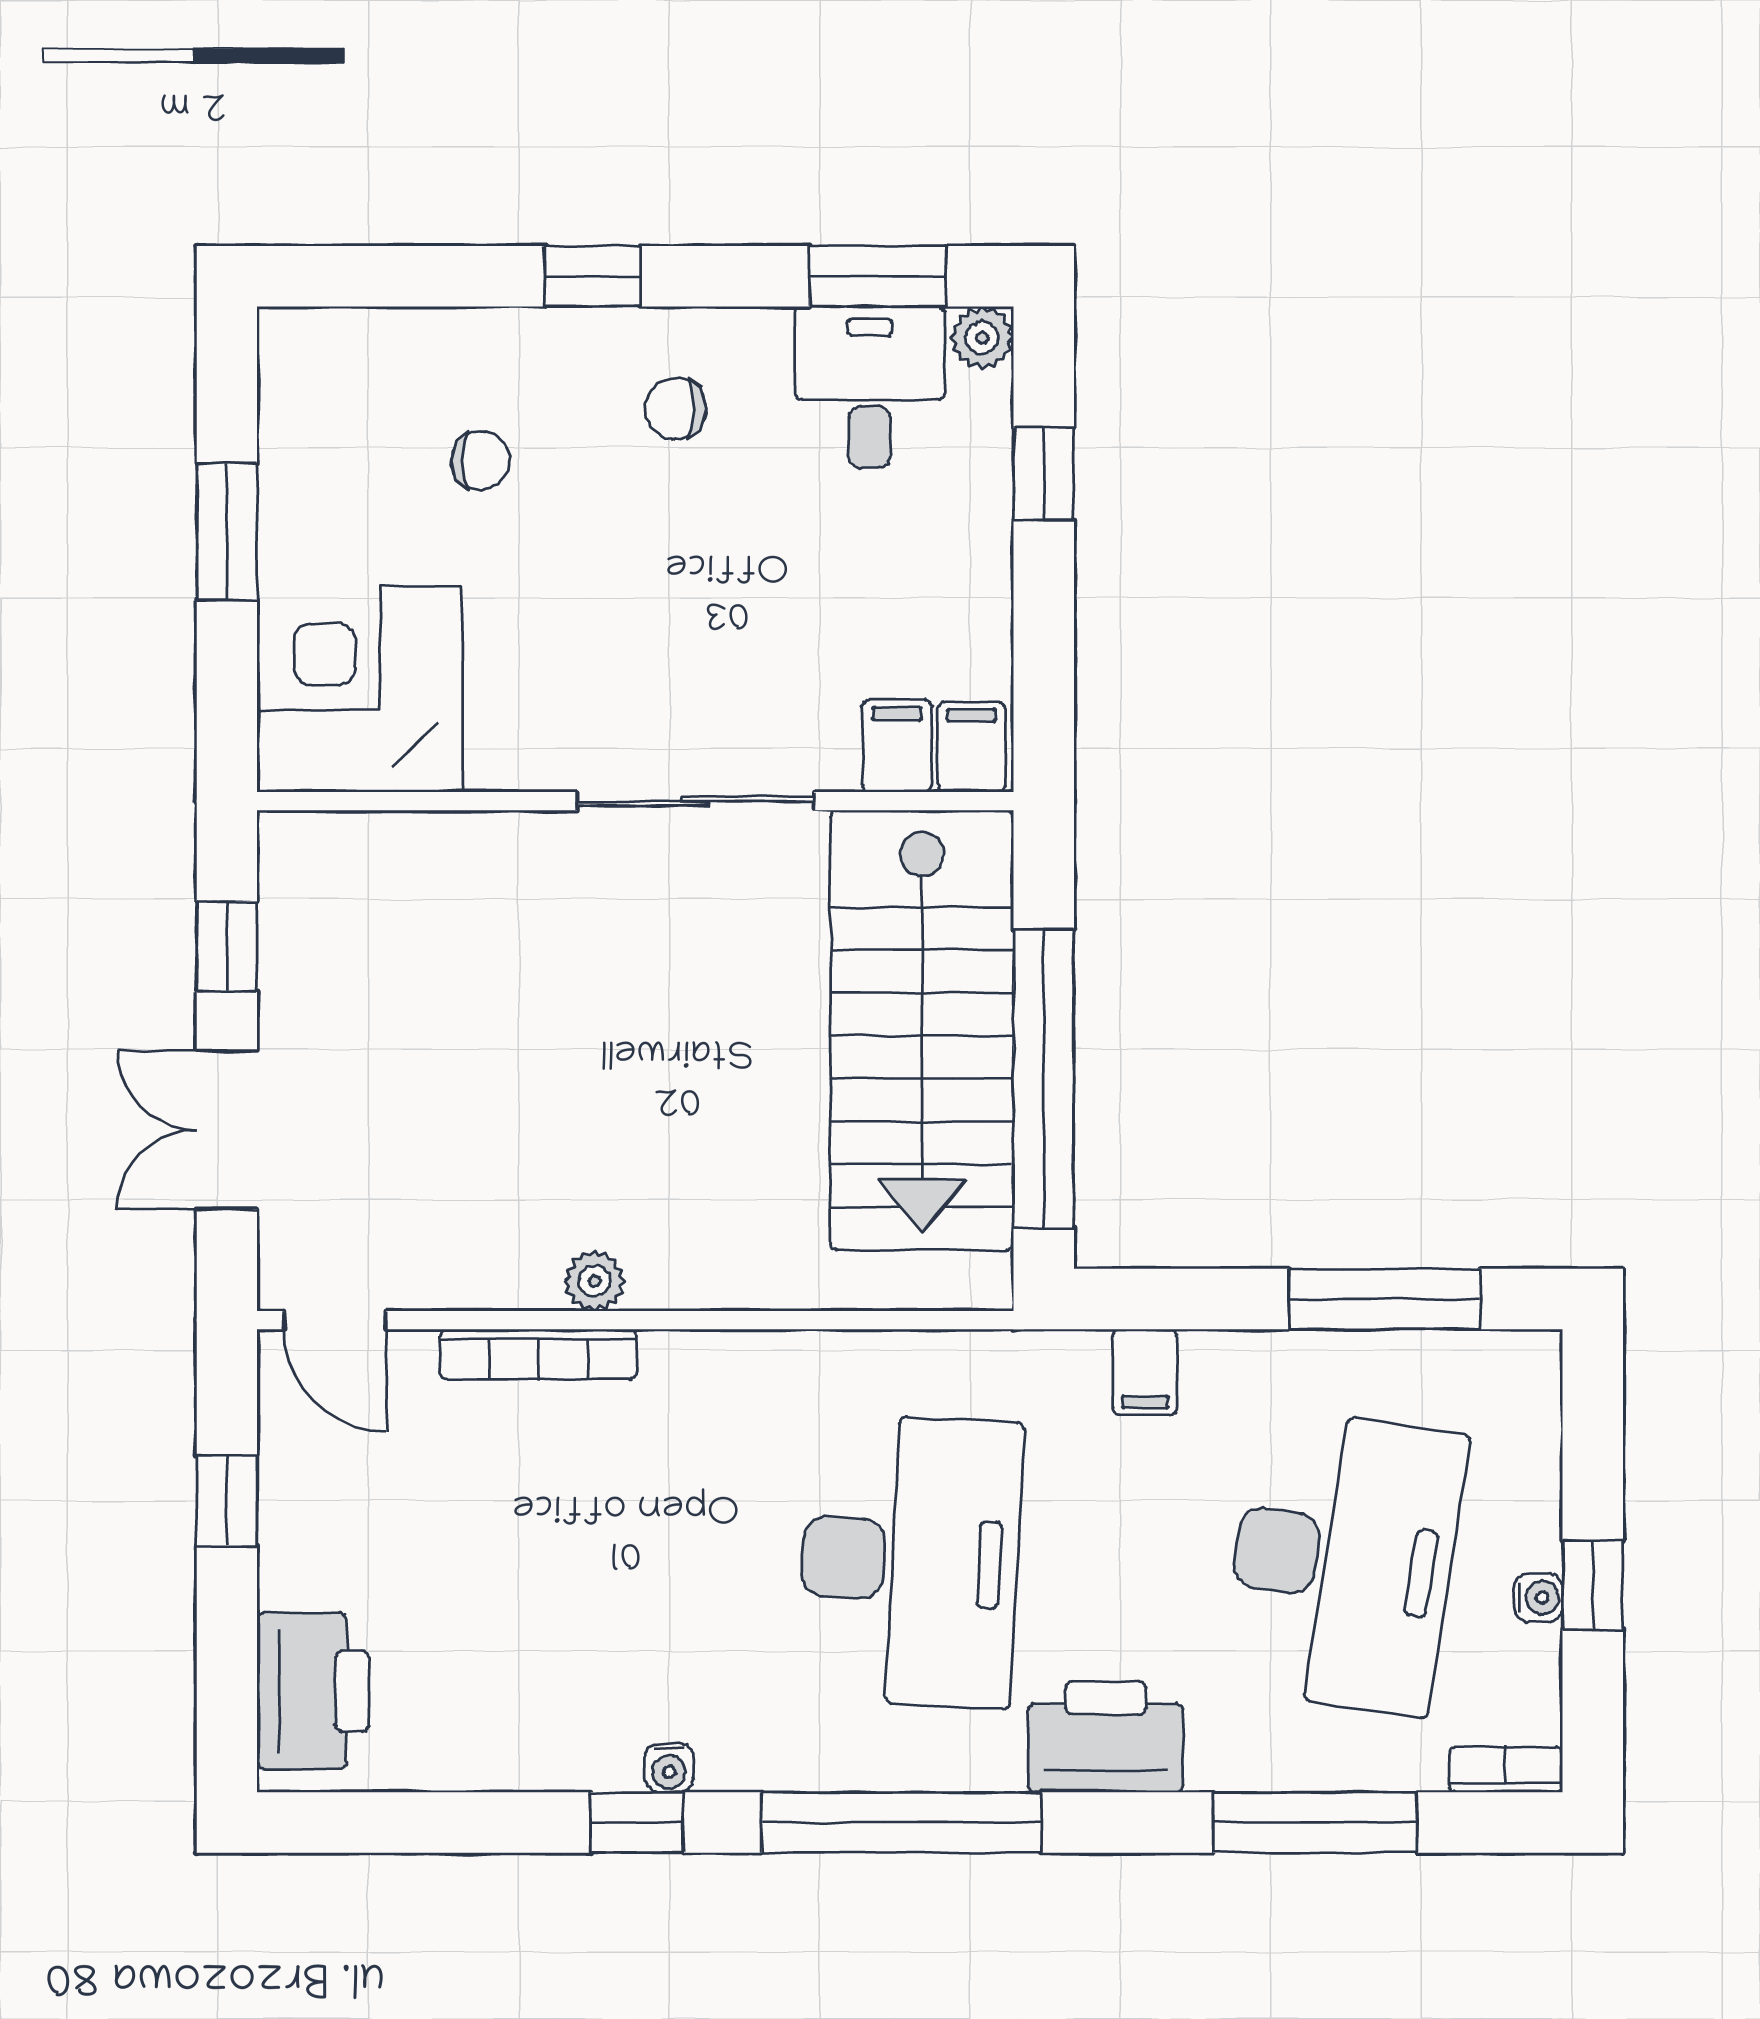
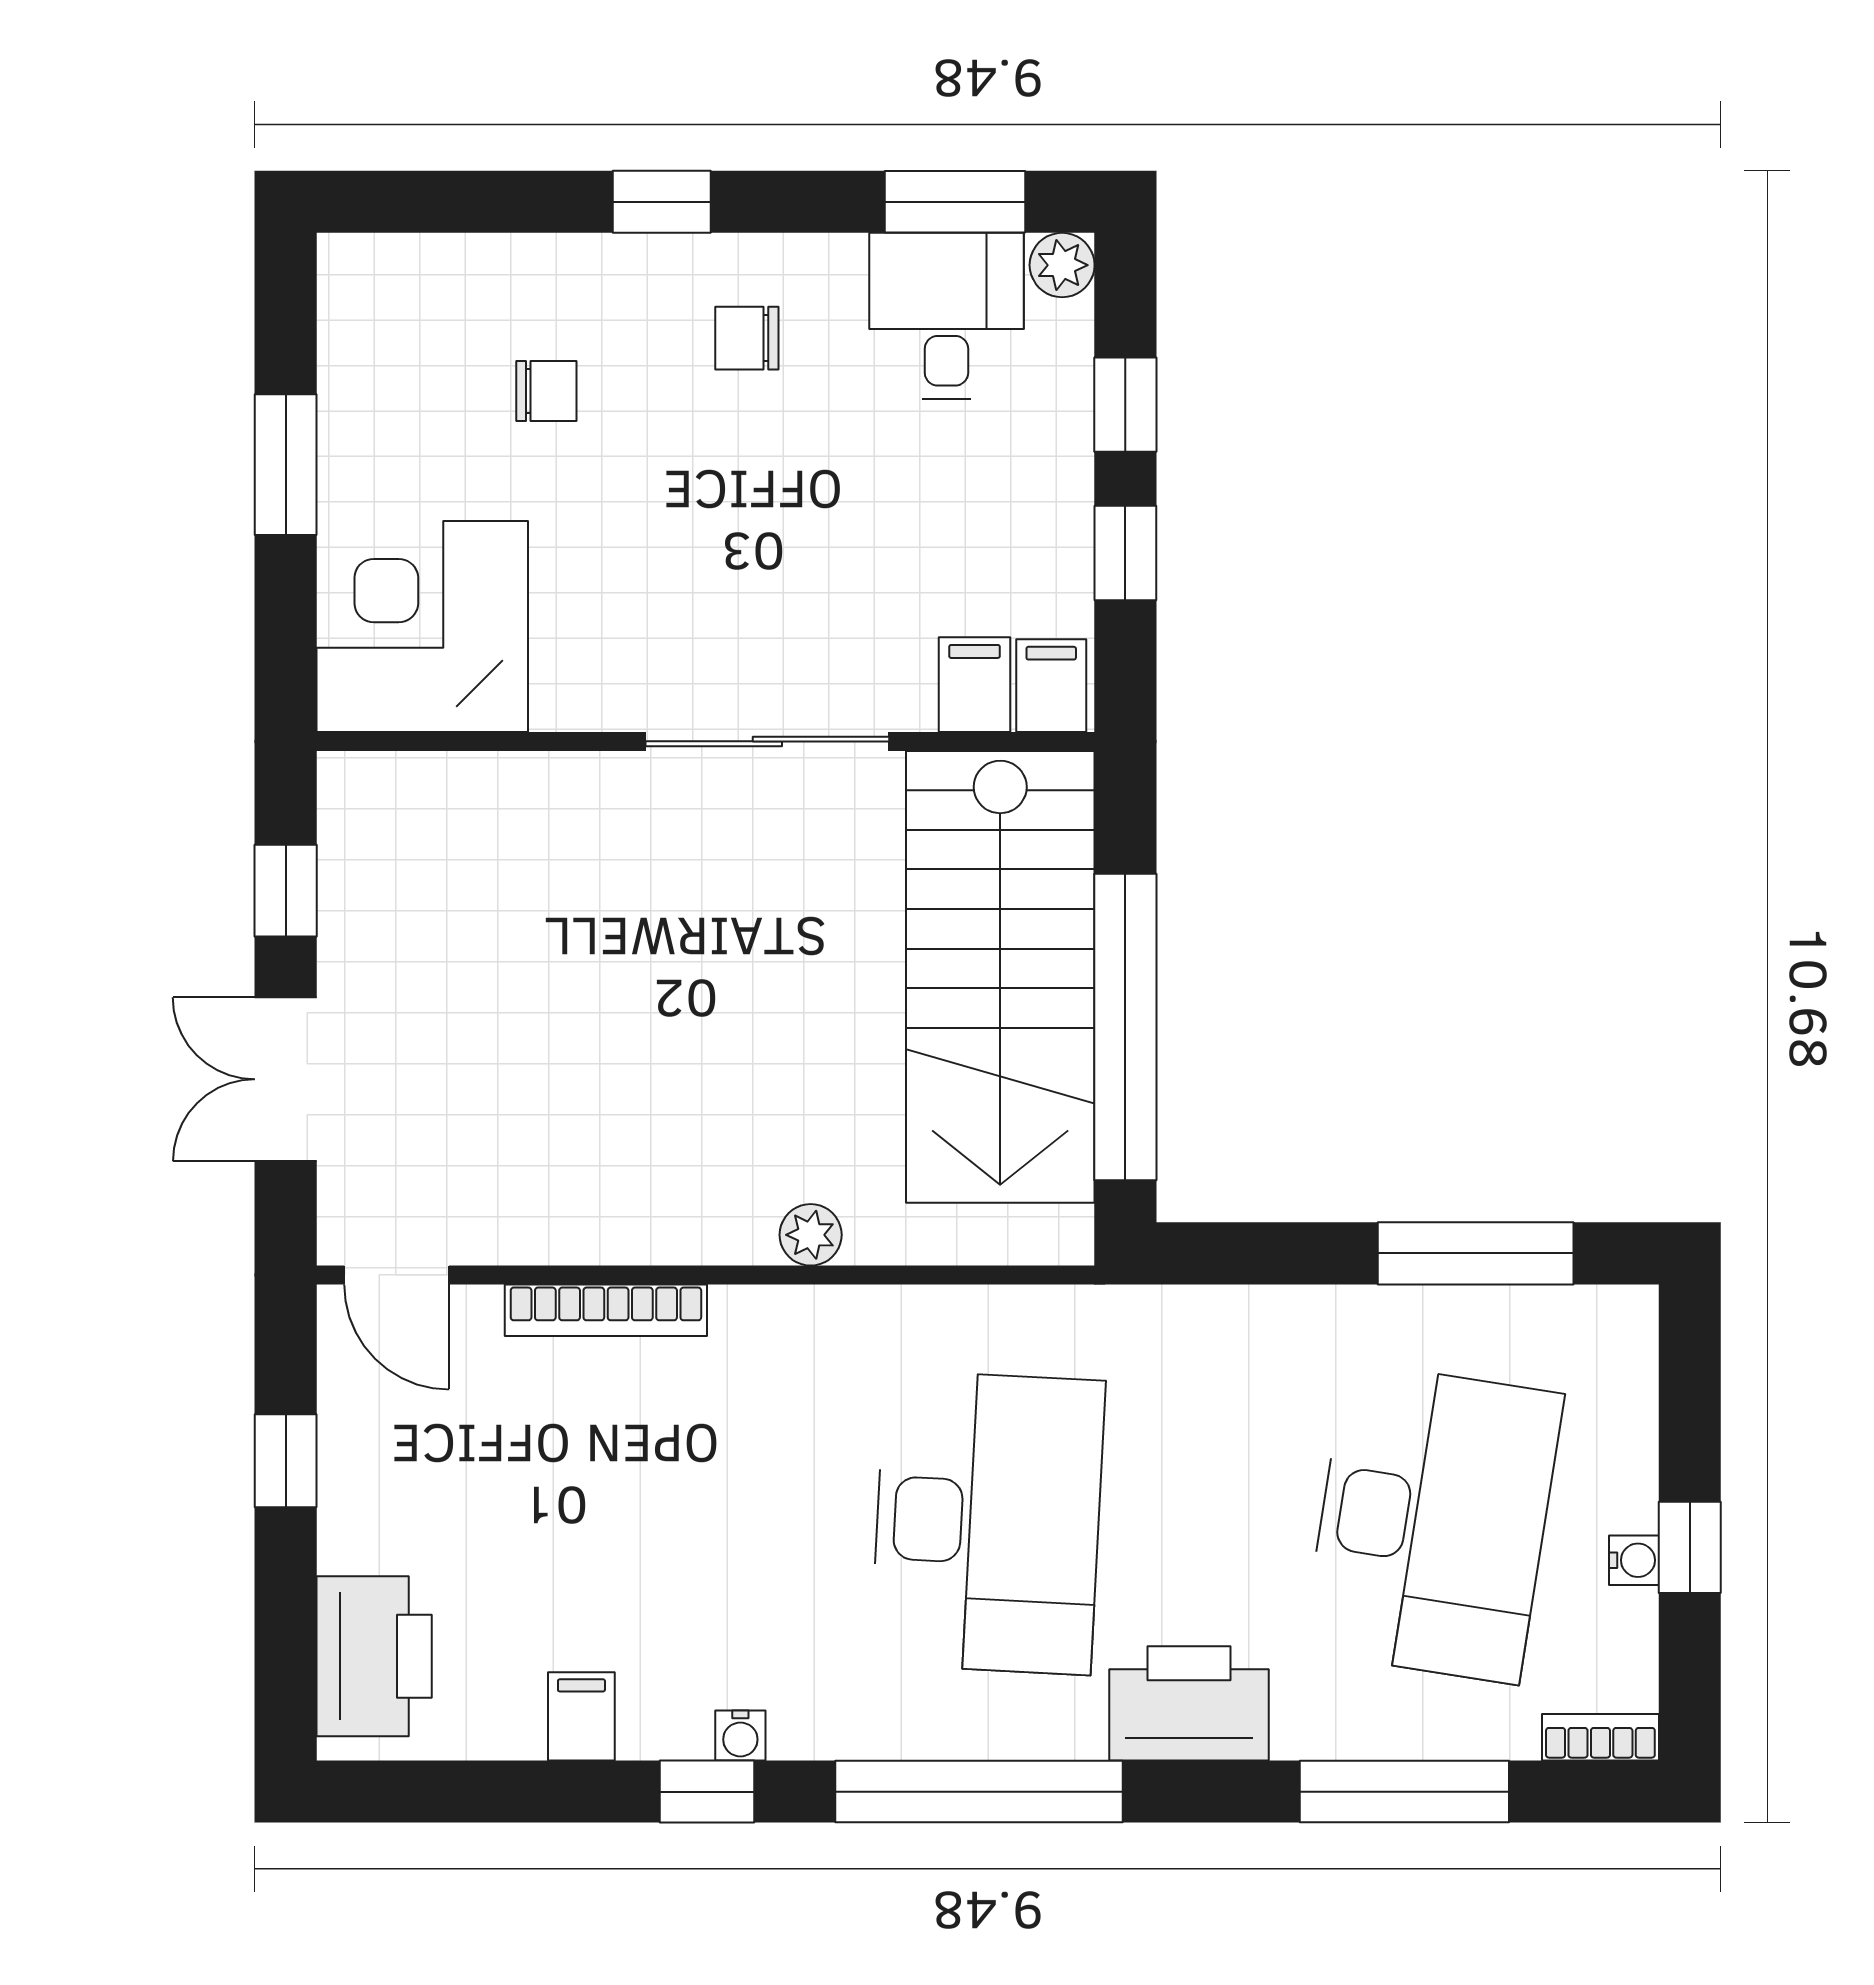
window: (1044, 618) -> (1125, 553), added
plant: (595, 1281) -> (811, 1235), moved
filing cabinet: (1145, 1372) -> (581, 1716), moved, turned 180

